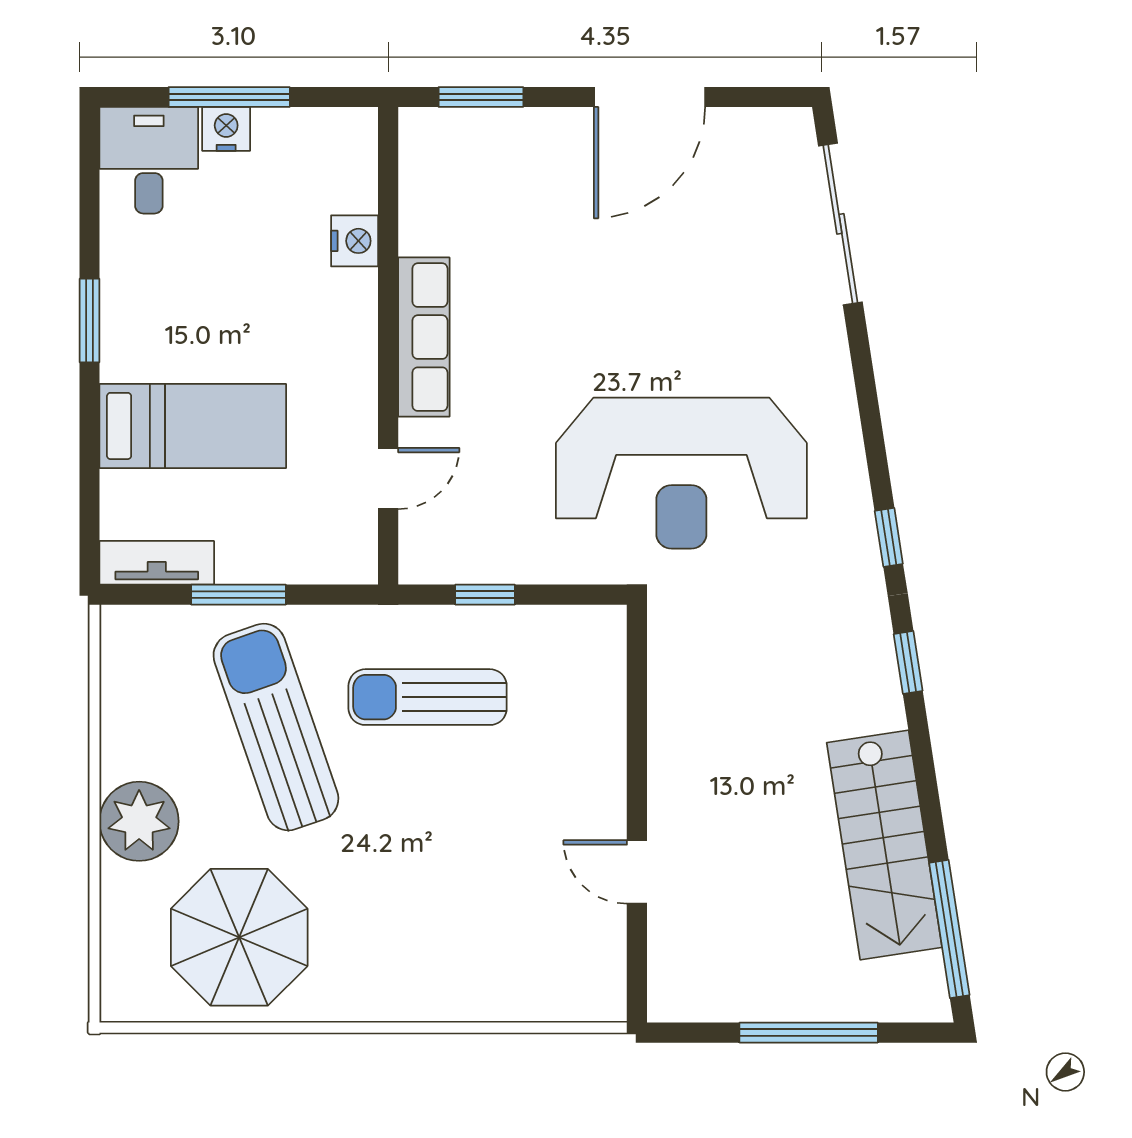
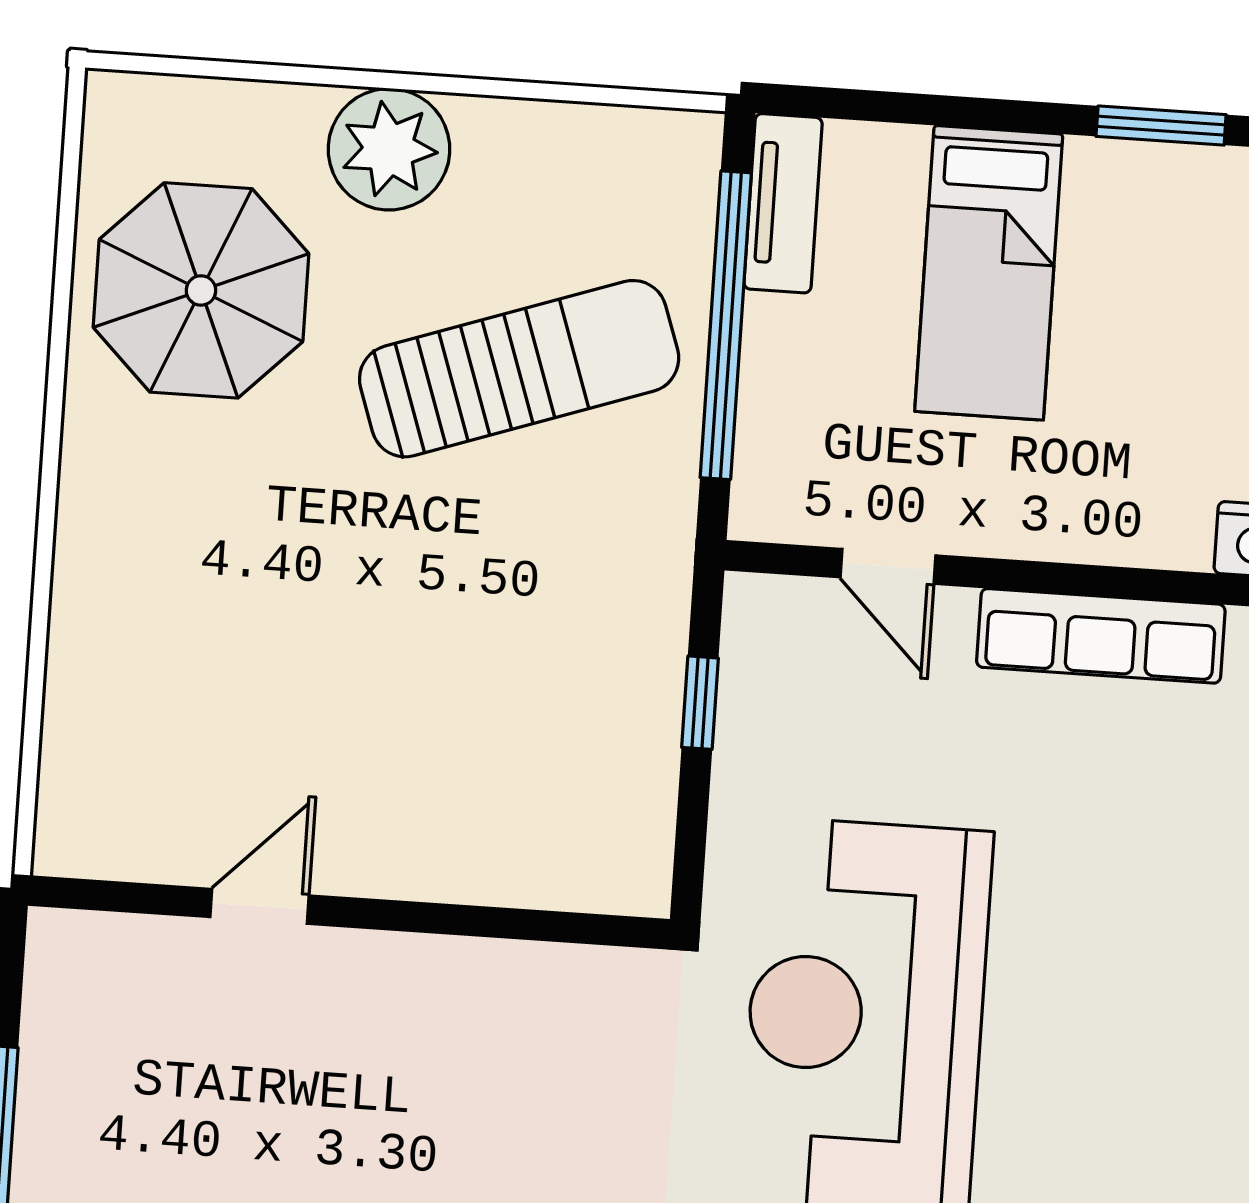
window: (239, 595) -> (726, 325), width x2.11
sun lounger: (428, 697) -> (549, 604), removed

